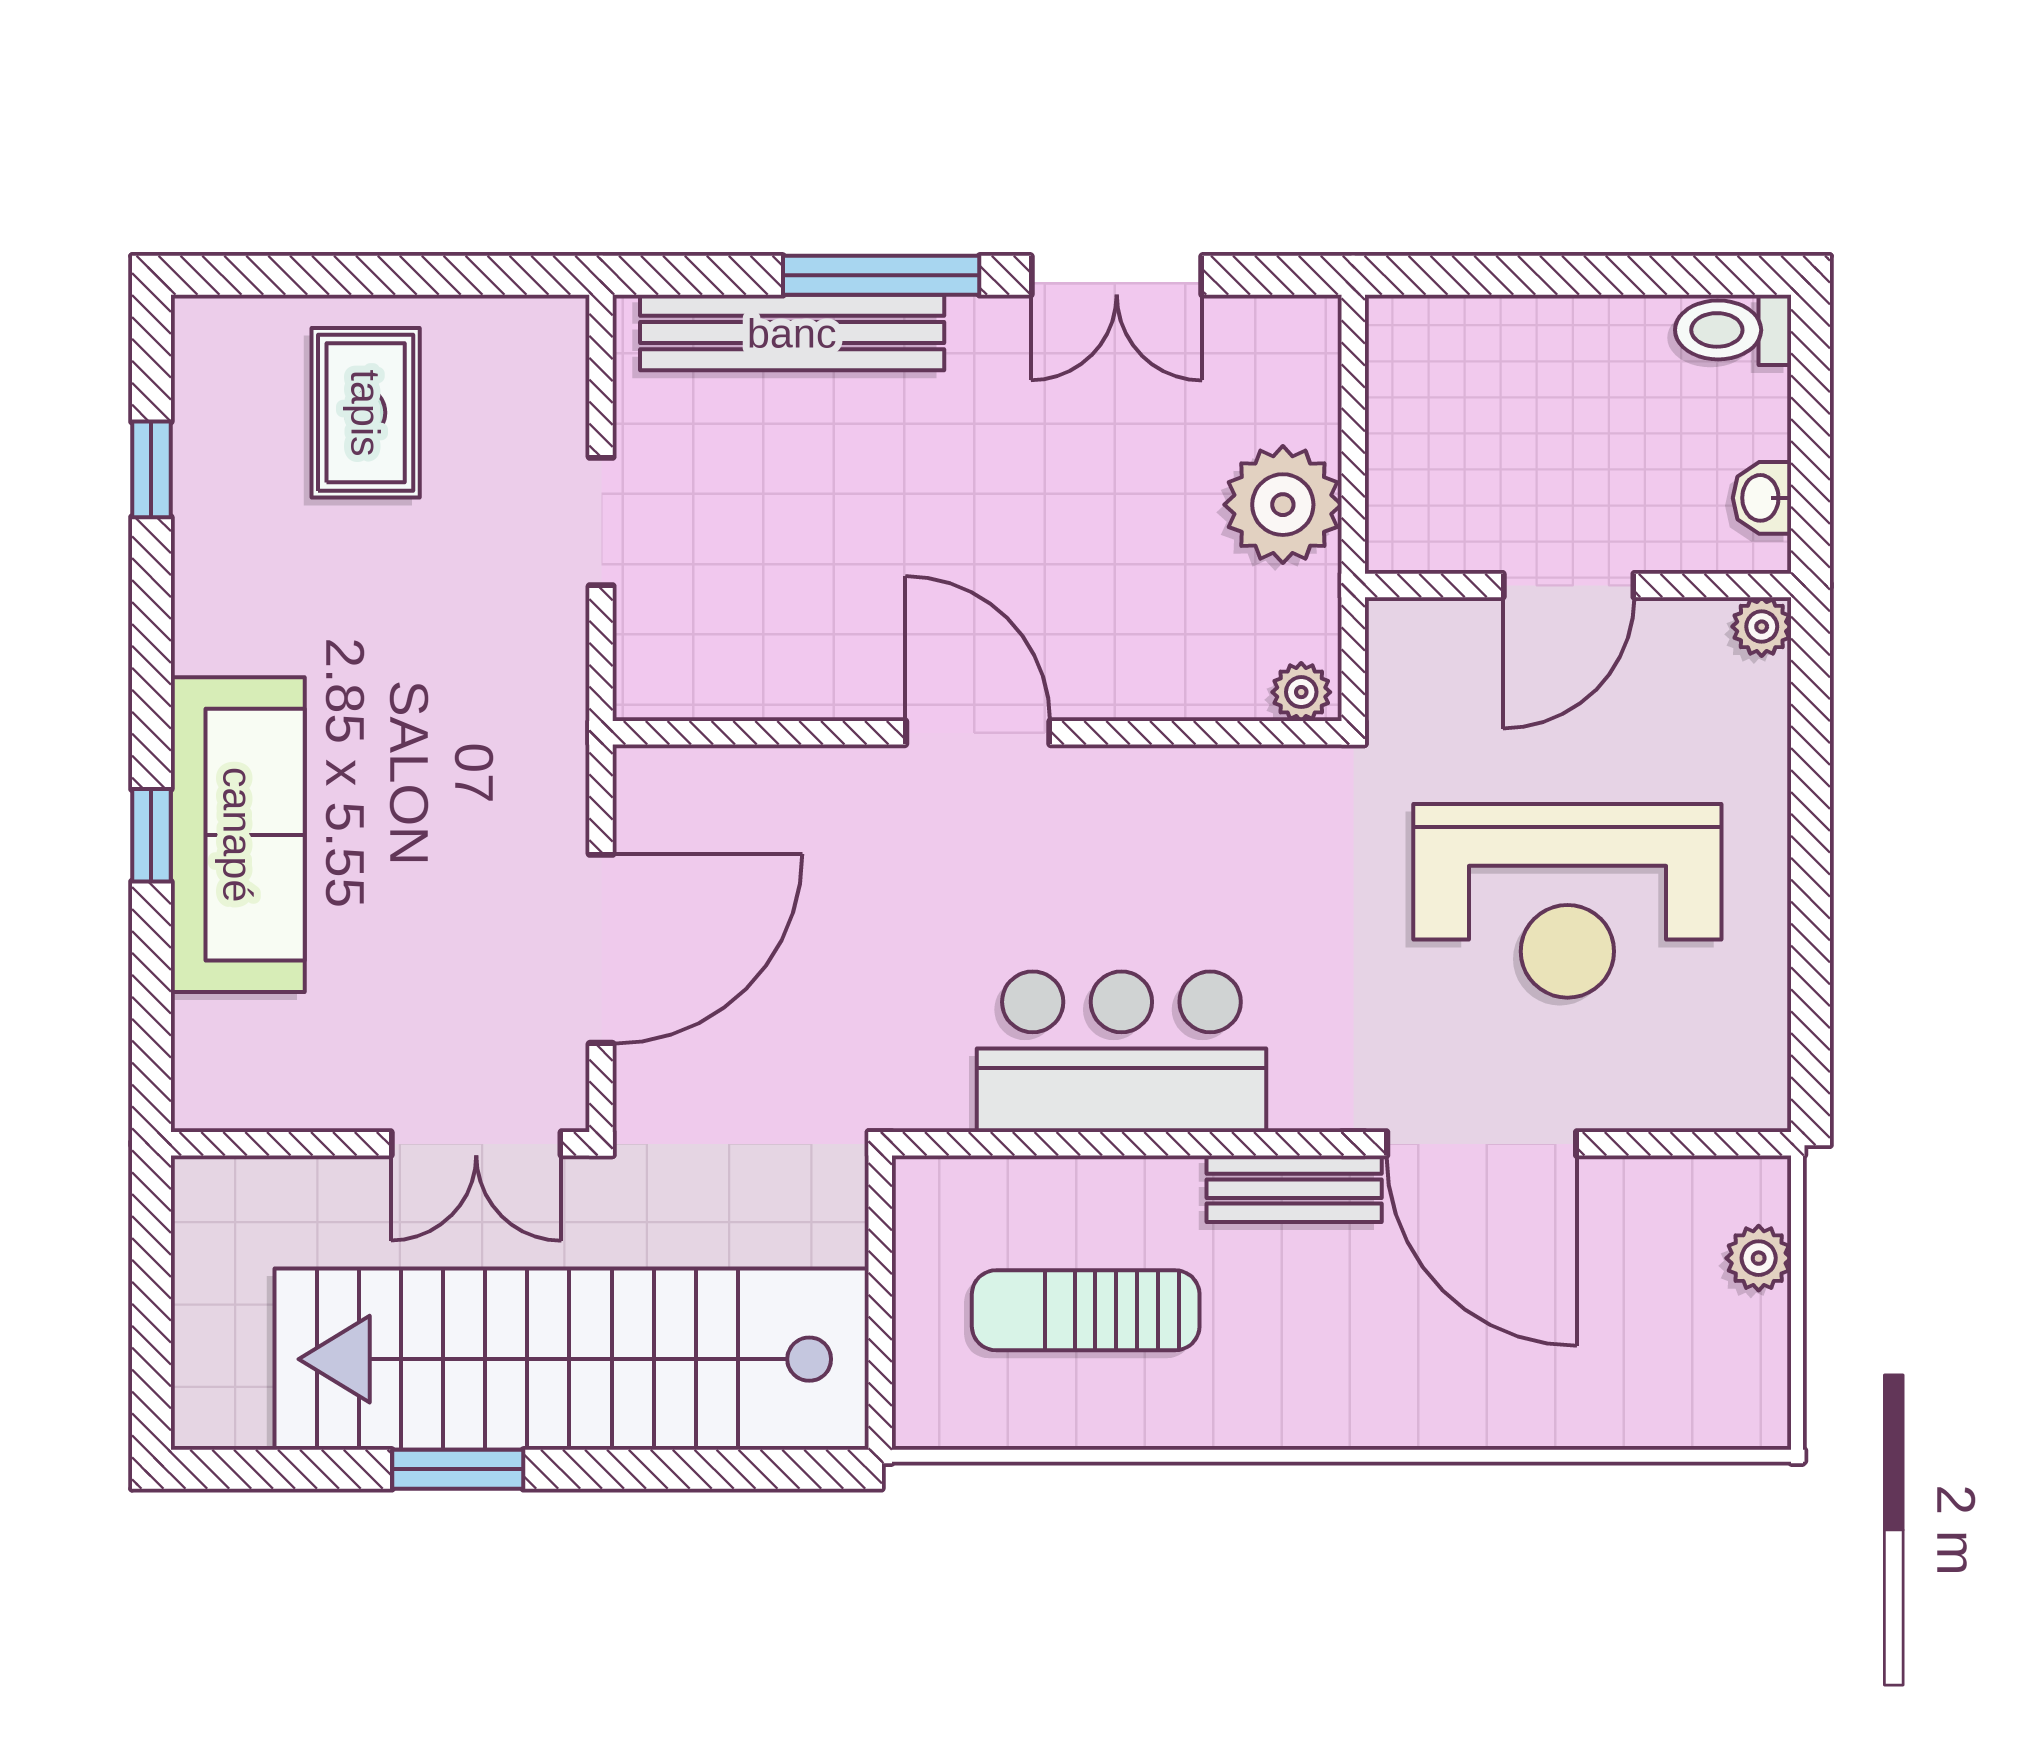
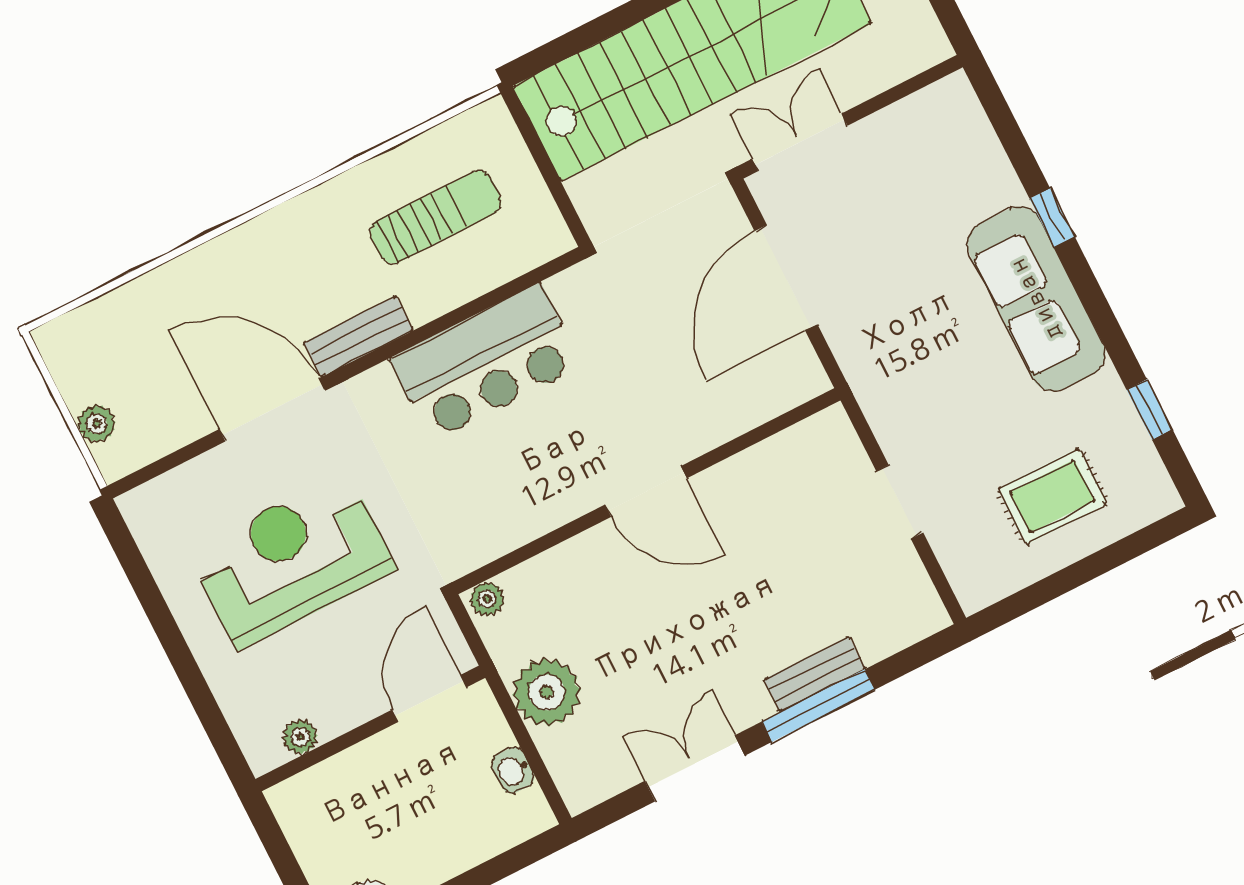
bench: (792, 333) -> (815, 674), width x0.54, depth x0.82
rug: (366, 413) -> (1052, 496), turned 90
washbasin: (1762, 498) -> (513, 770), moved, turned 180
door: (1569, 585) -> (429, 698), moved
plant: (1762, 627) -> (300, 737), moved
sofa: (238, 835) -> (1036, 299), moved

